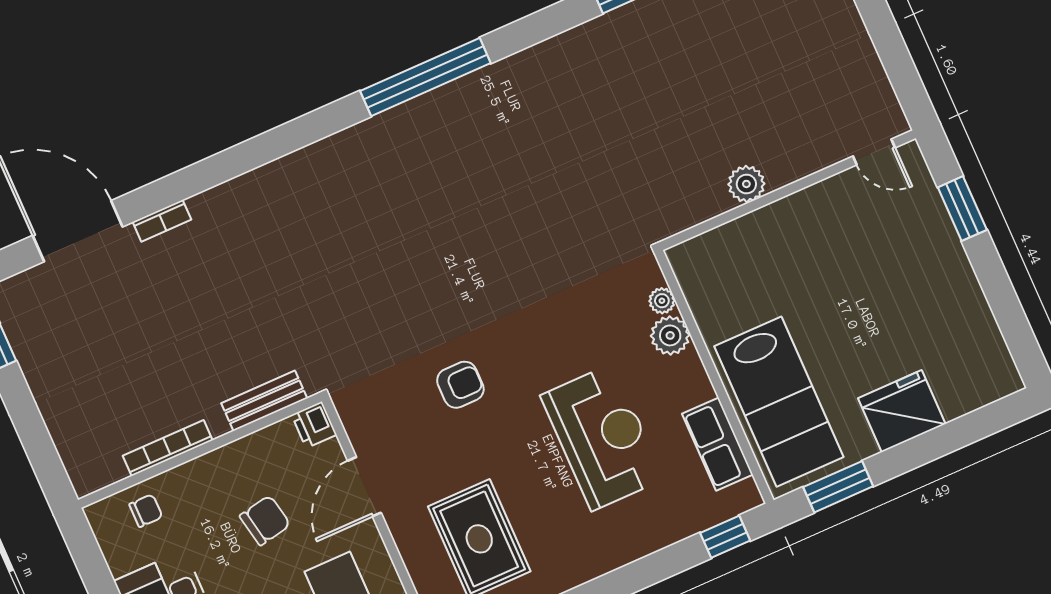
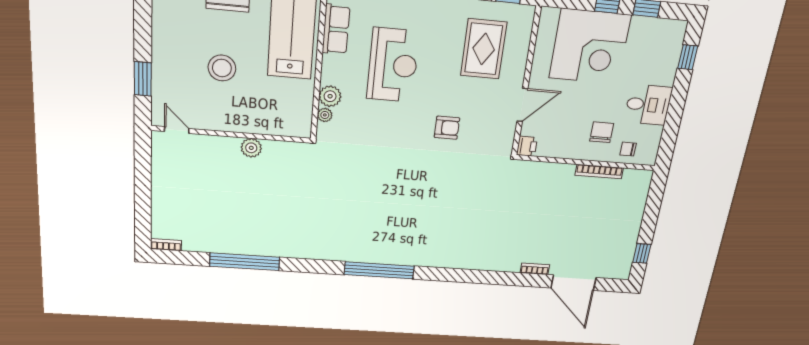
stool: (855, 290) -> (222, 68), added
armchair: (460, 385) -> (447, 128), turned 180
bench: (264, 401) -> (542, 169), removed
reception desk: (602, 437) -> (393, 65), turned 180
chair: (265, 520) -> (602, 132), moved, turned 101

